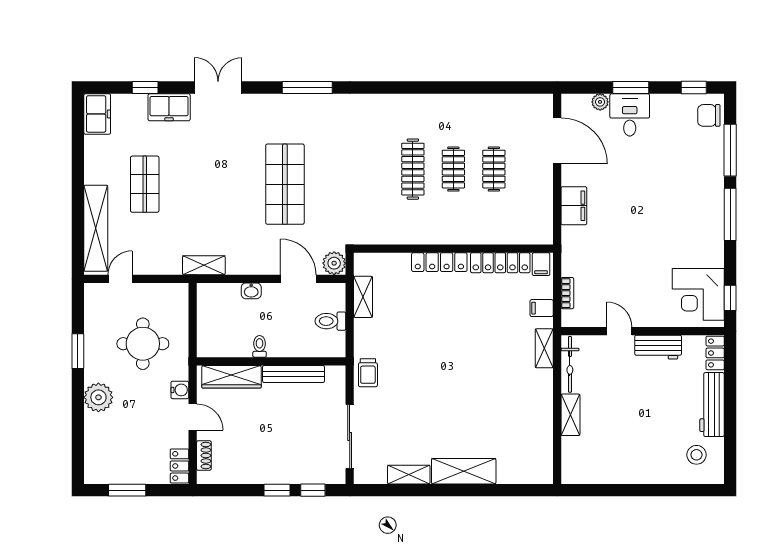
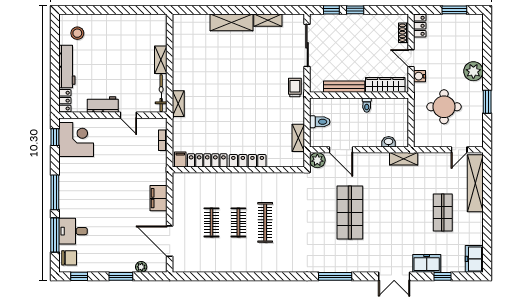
desk: (630, 115) -> (73, 231), moved, turned 90
washbasin: (251, 291) -> (389, 142), moved
filing cabinet: (542, 308) -> (180, 130), removed

